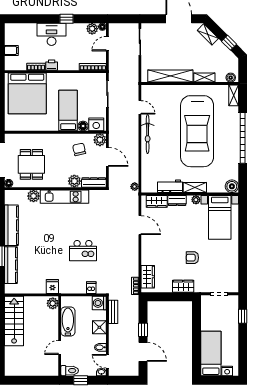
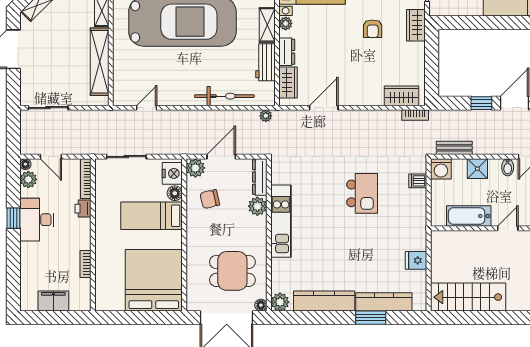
desk: (52, 34) -> (37, 220), moved
filing cabinet: (11, 50) -> (53, 301), width x2.00
printer: (52, 65) -> (83, 209), moved
bed: (27, 93) -> (154, 280), moved, turned -90
bicycle: (148, 134) -> (224, 96), moved
plant: (34, 196) -> (280, 302), moved
fridge: (52, 286) -> (416, 260), moved
wardrobe: (183, 286) -> (416, 25), moved
plant: (53, 303) -> (441, 239), removed
door: (60, 347) -> (508, 228), swing flipped

